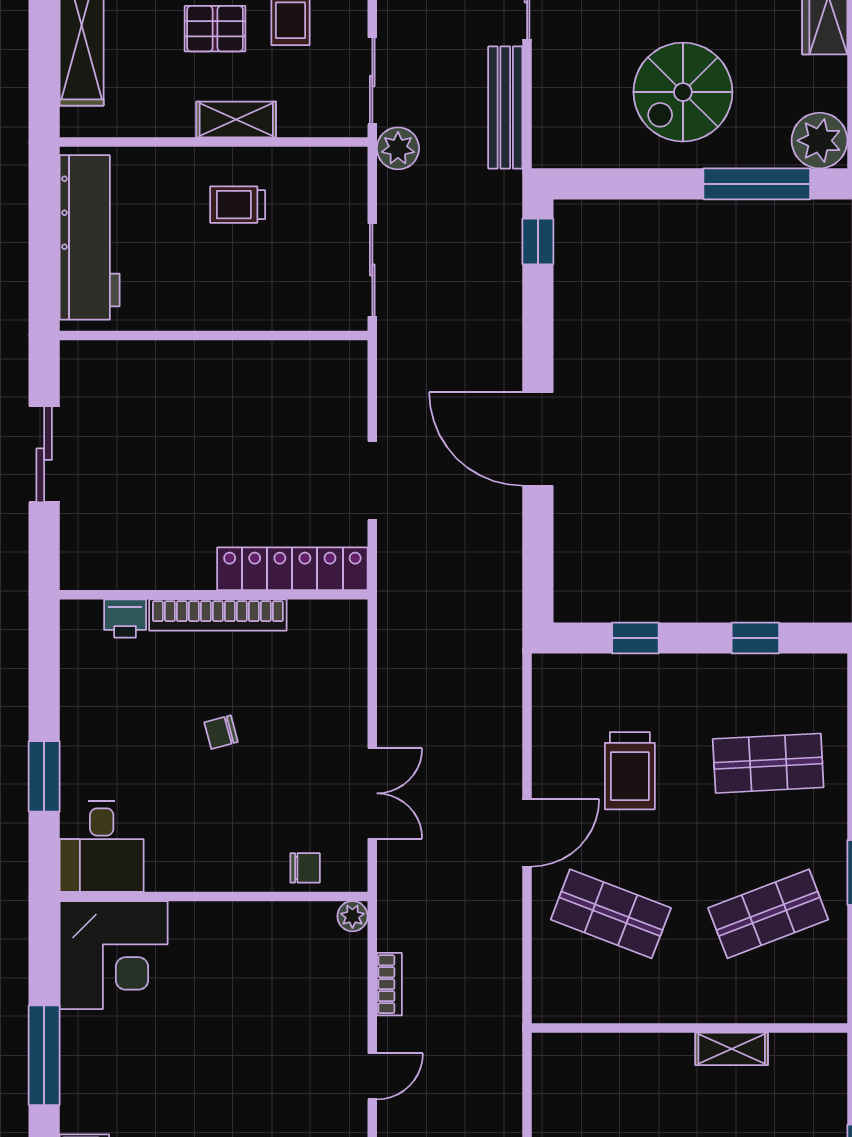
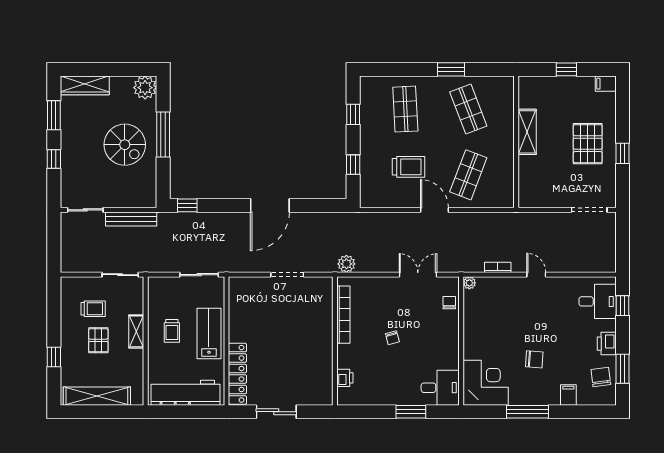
plant: (398, 148) -> (346, 264), moved
window: (757, 184) -> (163, 134), moved
lab bench: (231, 293) -> (209, 333), added
locker: (292, 569) -> (237, 374), moved, turned 180
bookcase: (218, 615) -> (343, 315), moved
shelving: (732, 1049) -> (527, 132), width x1.50, depth x1.33
chair: (169, 1071) -> (534, 359), added

